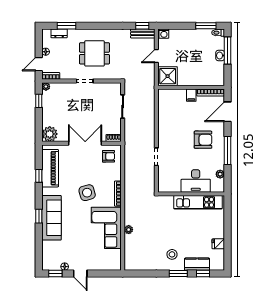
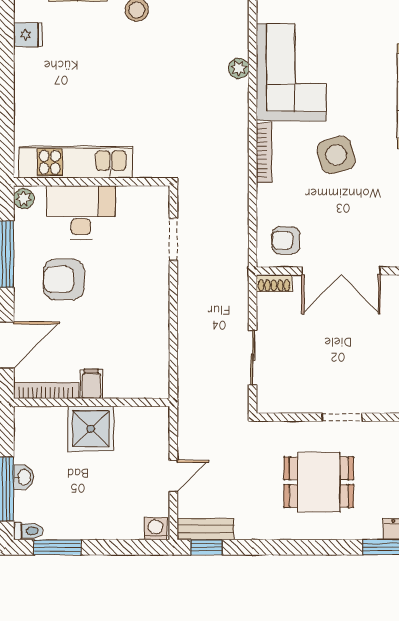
shower: (168, 76) -> (91, 429), moved
desk: (196, 181) -> (81, 212), moved
wall: (191, 194) -> (92, 182), moved
kitchen unit: (198, 202) -> (76, 162), moved

